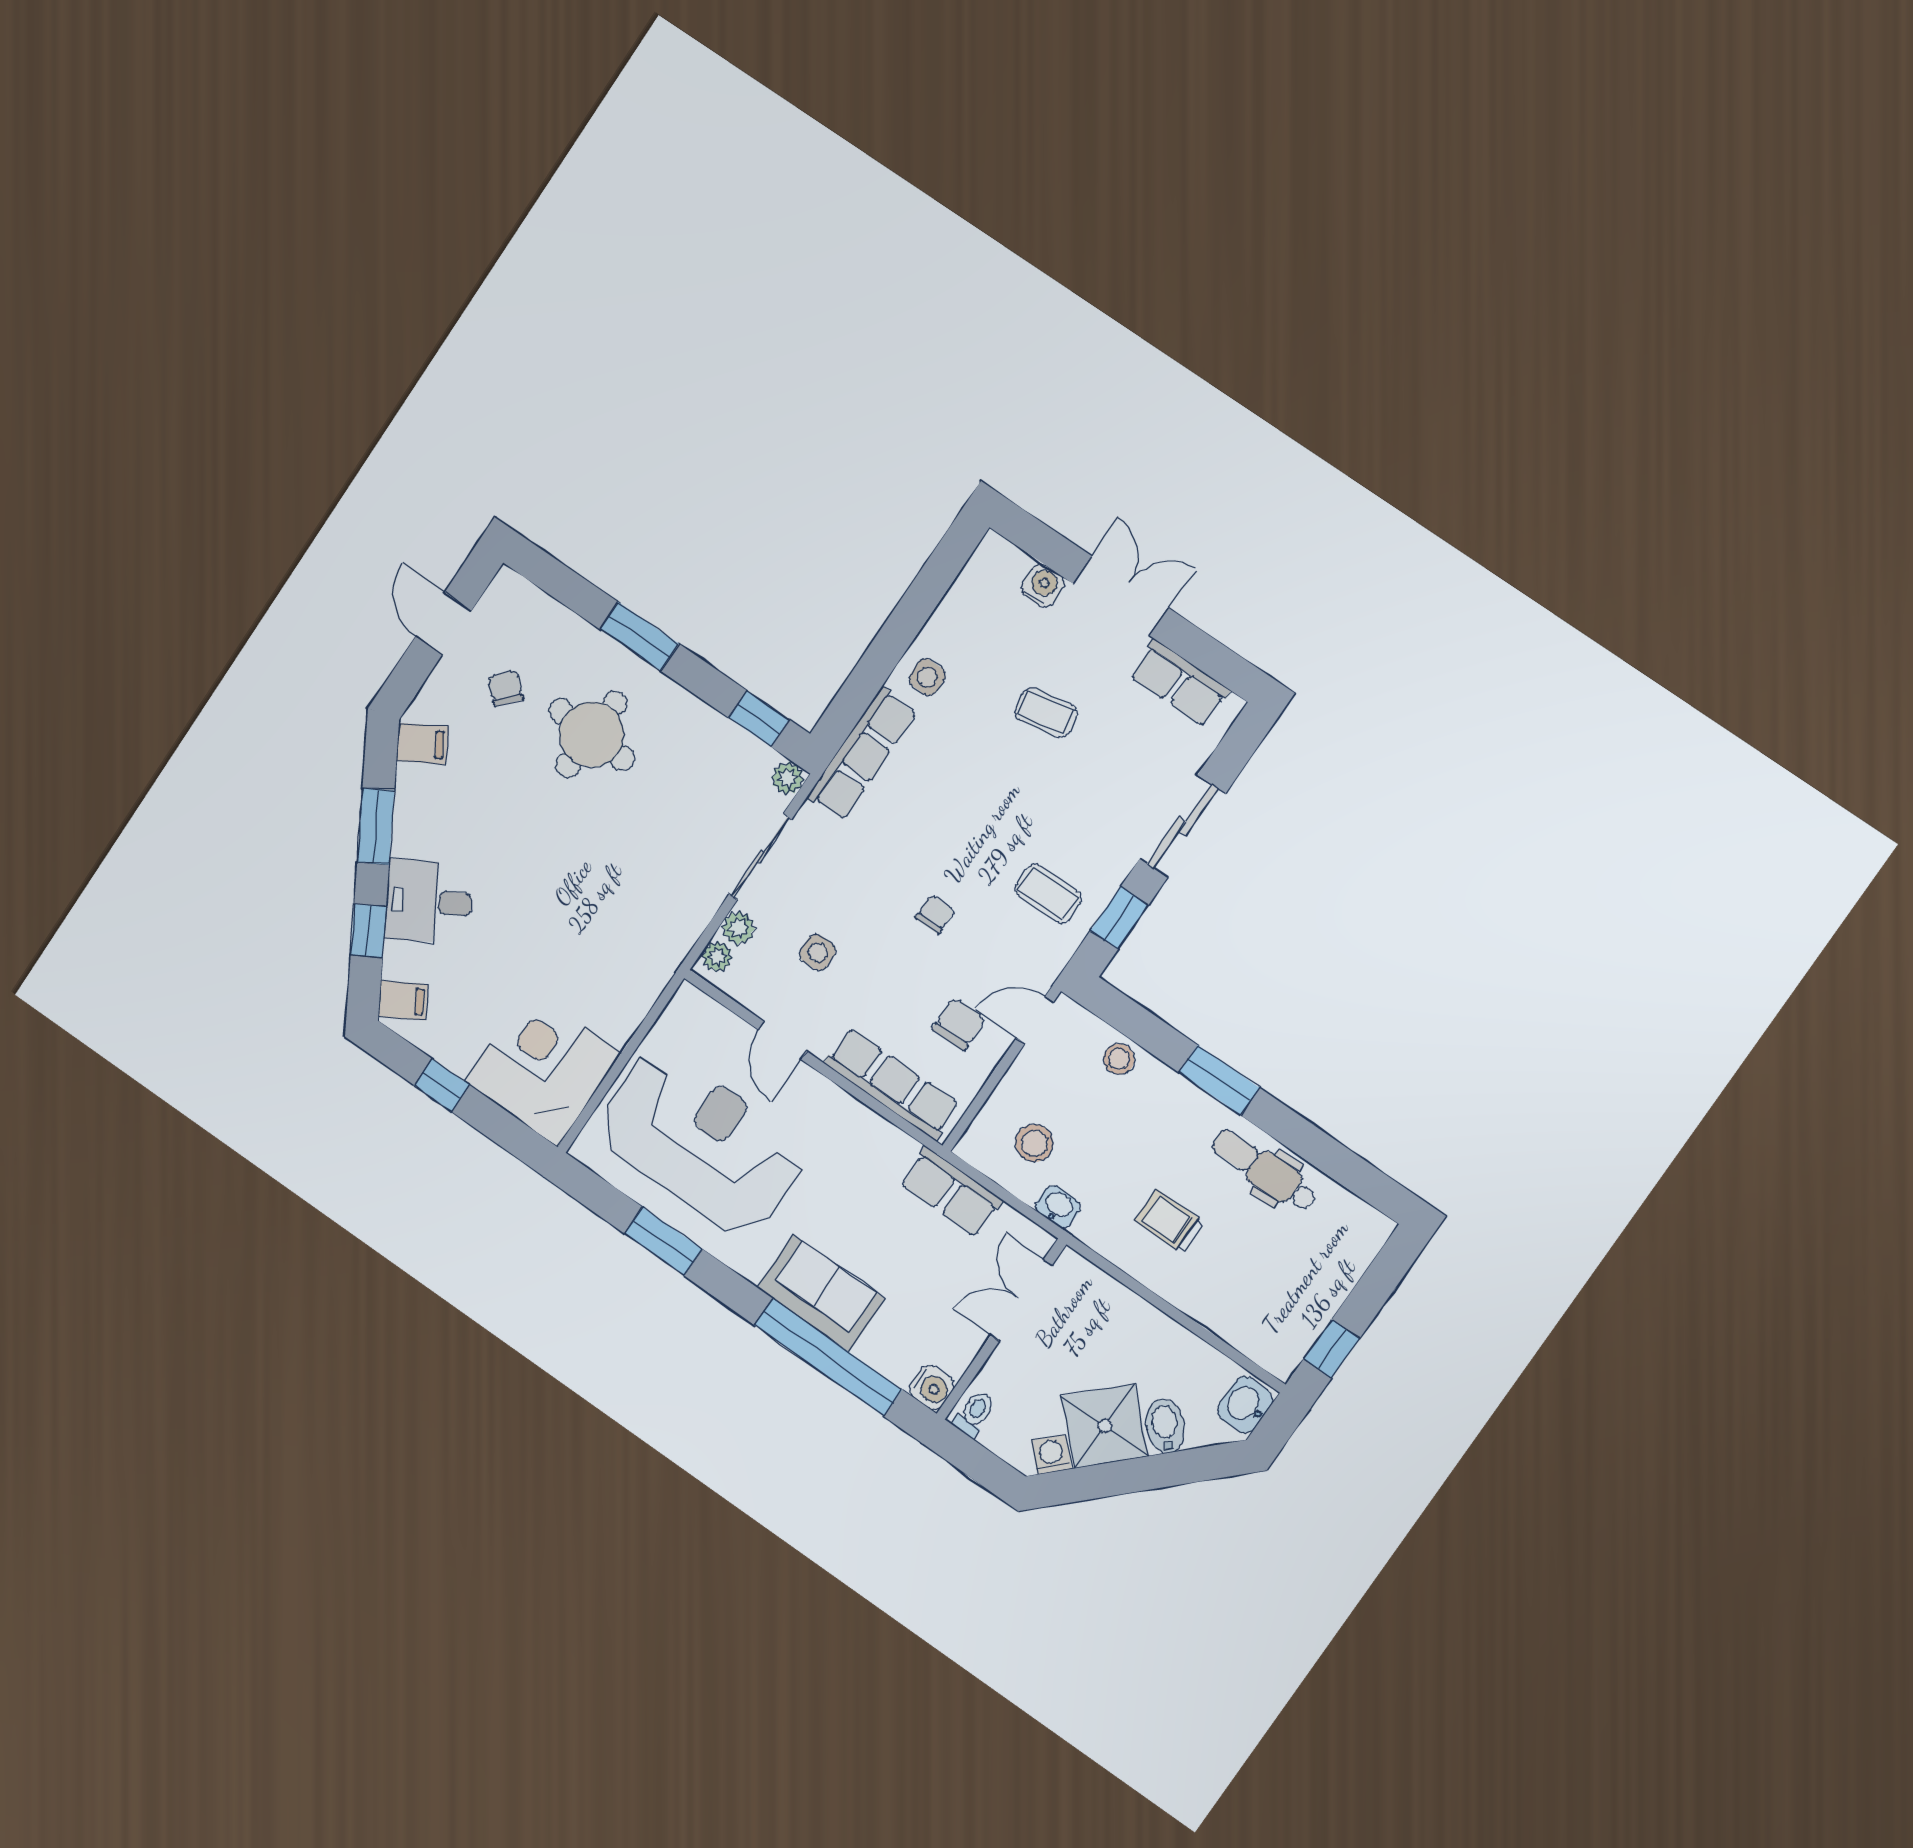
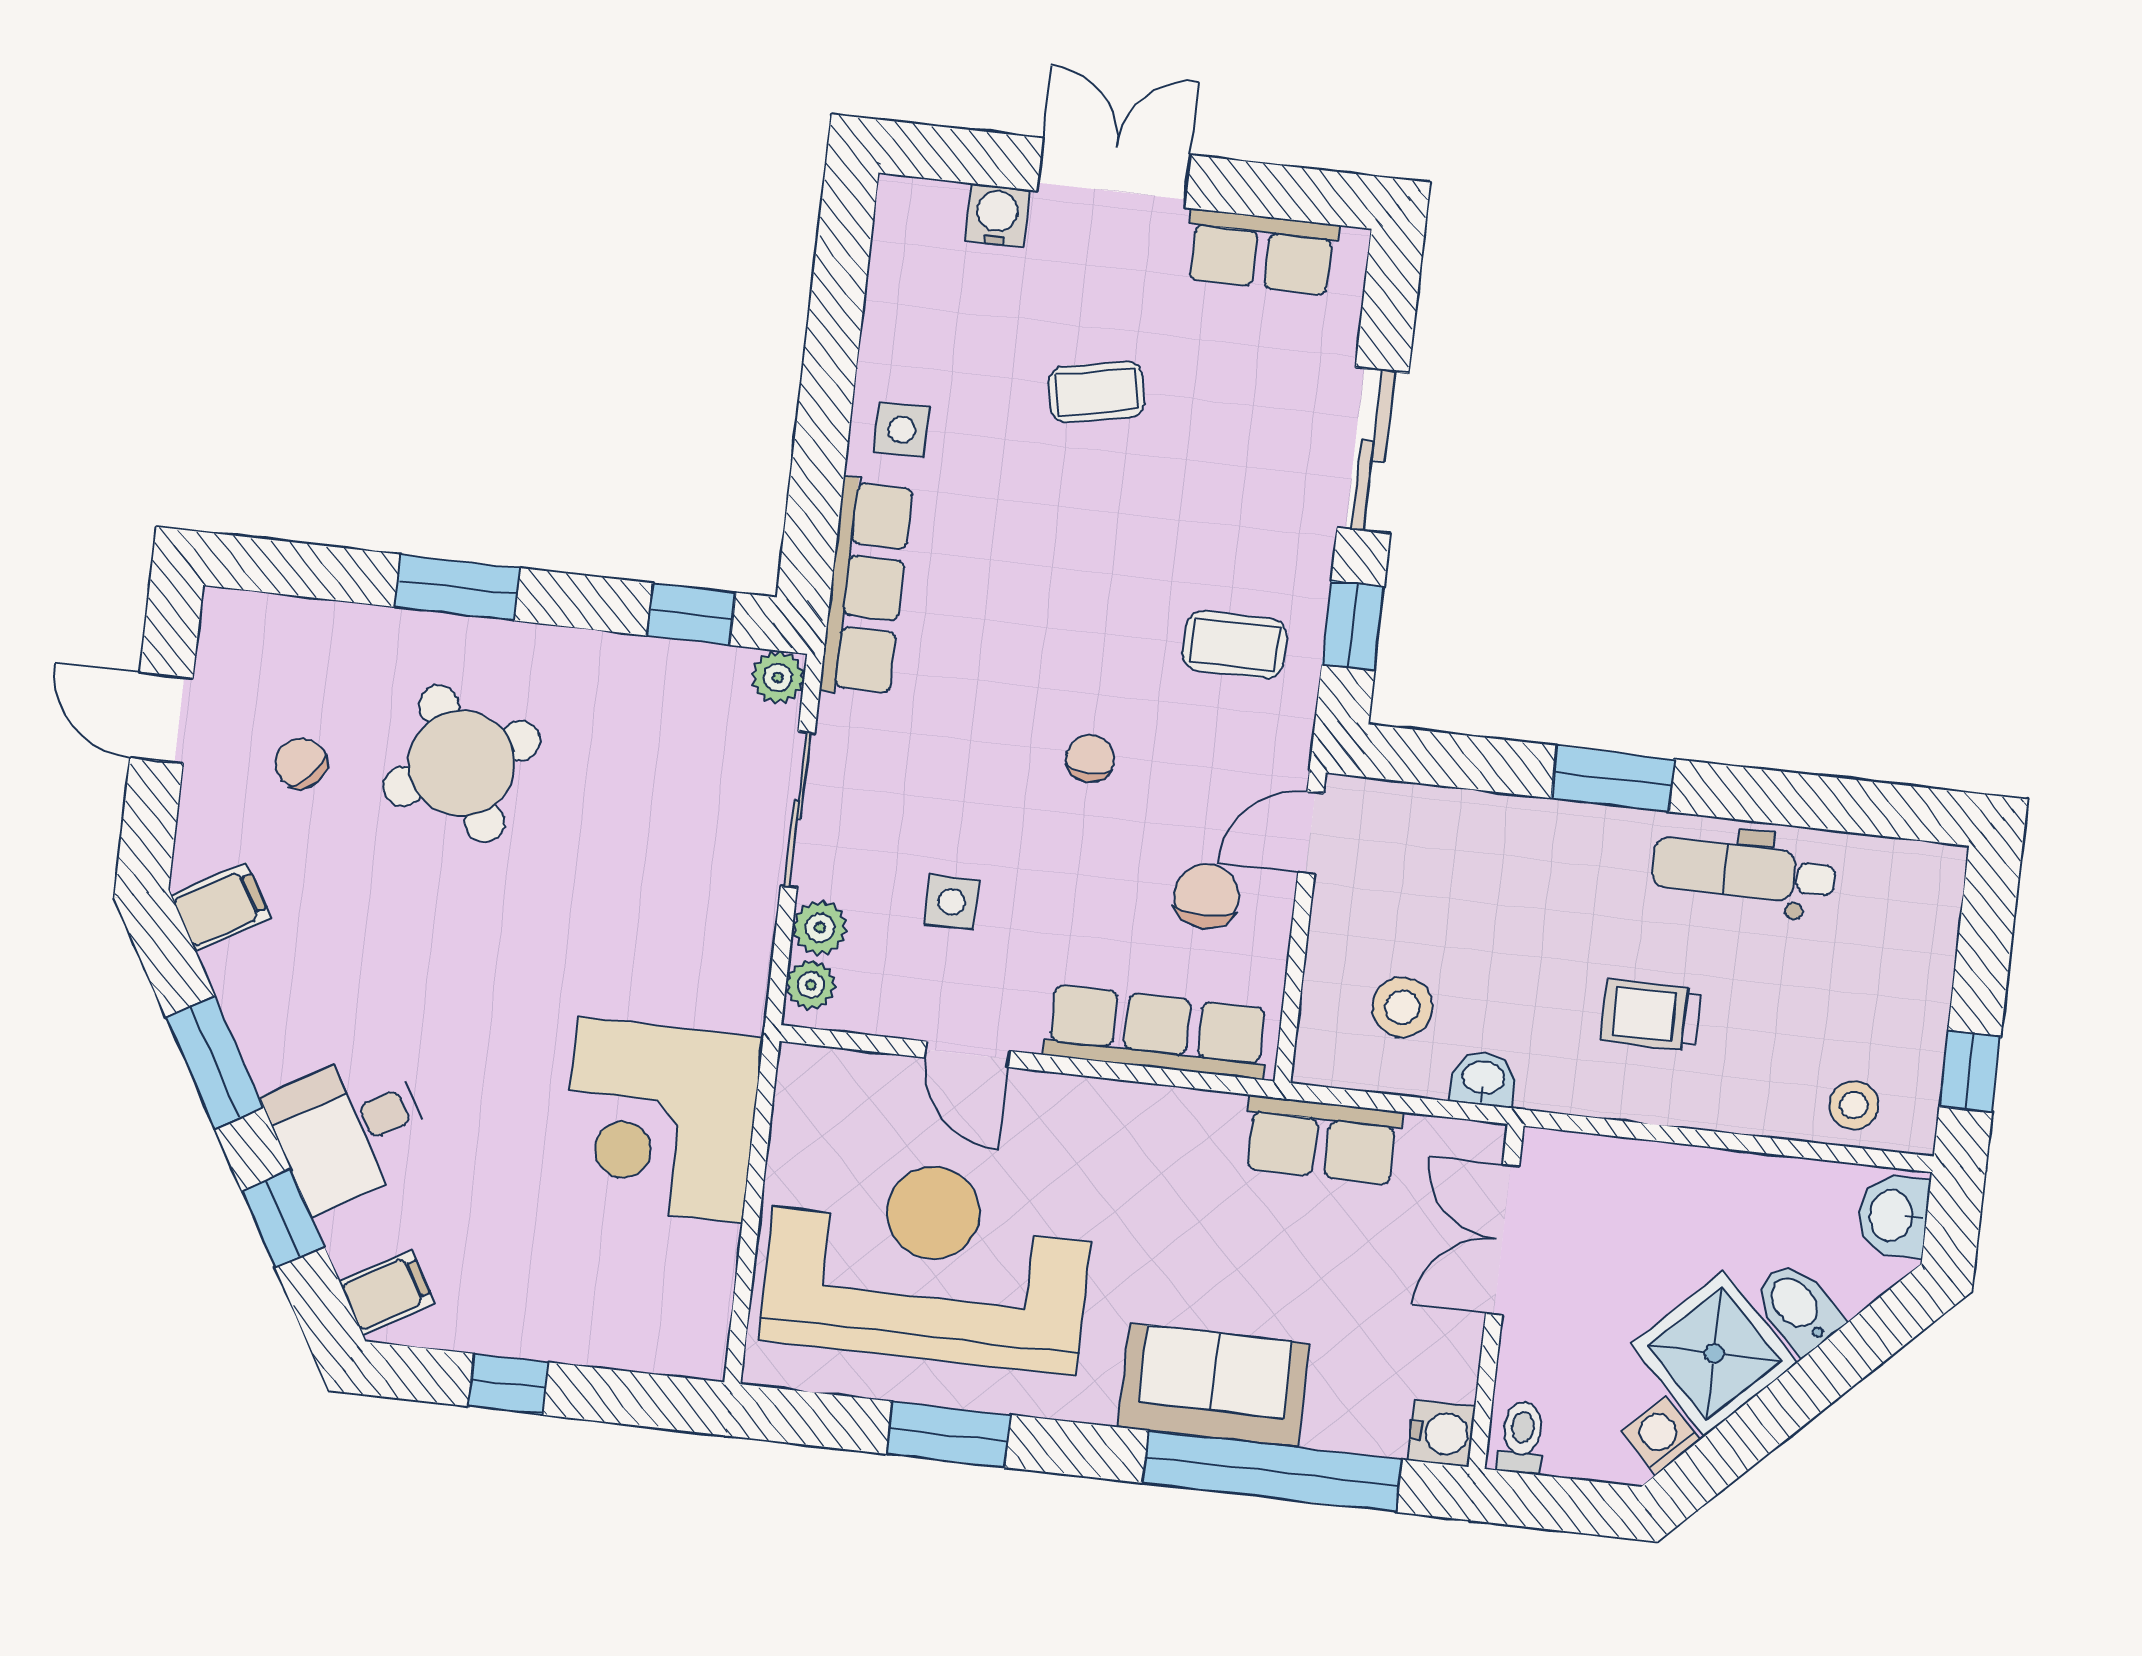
round table: (592, 734) -> (462, 764), turned -31
stool: (1119, 1059) -> (1854, 1105), moved
corner desk: (543, 1067) -> (660, 1120), moved, turned -90

